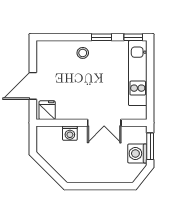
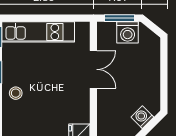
washing machine: (70, 133) -> (142, 117), moved, turned -135

